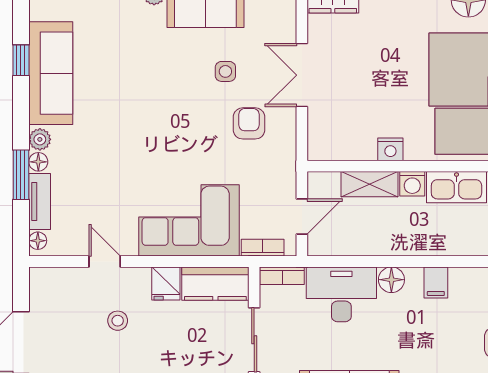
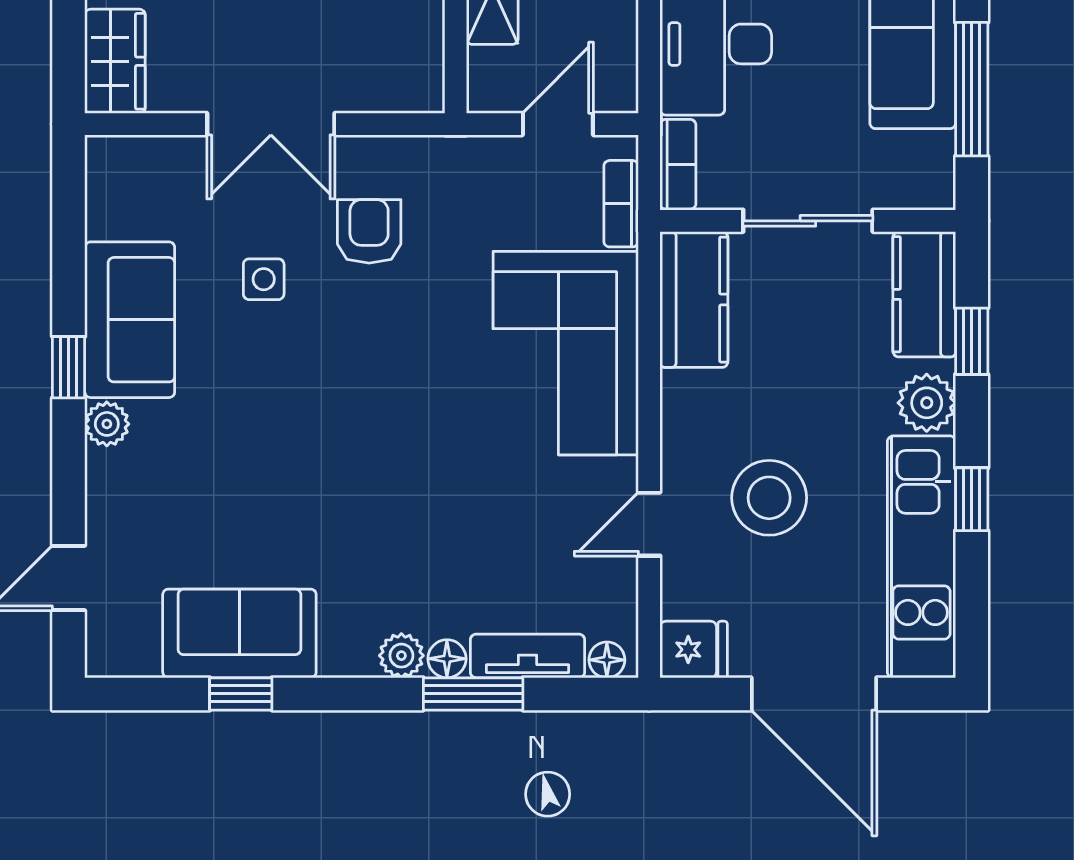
sofa: (51, 73) -> (239, 633), width x0.73
armchair: (249, 123) -> (369, 231), turned 90
door: (302, 217) -> (558, 124), hinge flipped
fridge: (166, 283) -> (694, 650), moved
stool: (118, 321) -> (769, 498), width x1.89, depth x1.89

